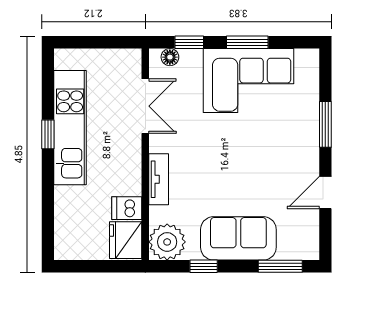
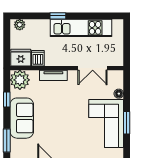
window: (189, 42) -> (127, 92), removed
floor lamp: (170, 57) -> (119, 94), moved
window: (48, 134) -> (58, 16), moved
plant: (64, 242) -> (20, 25), added

